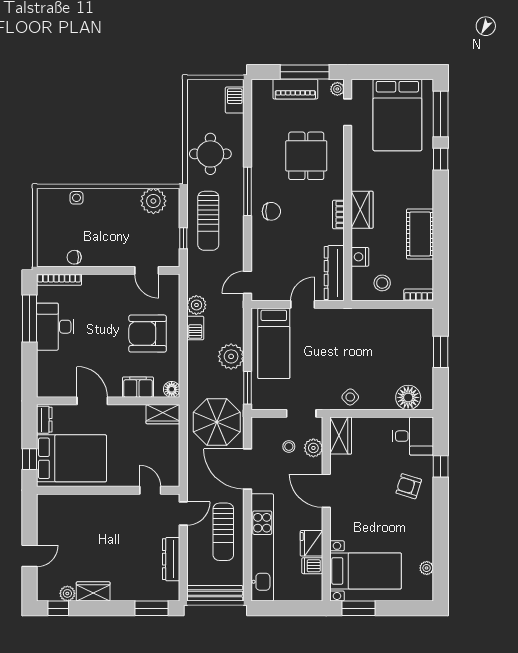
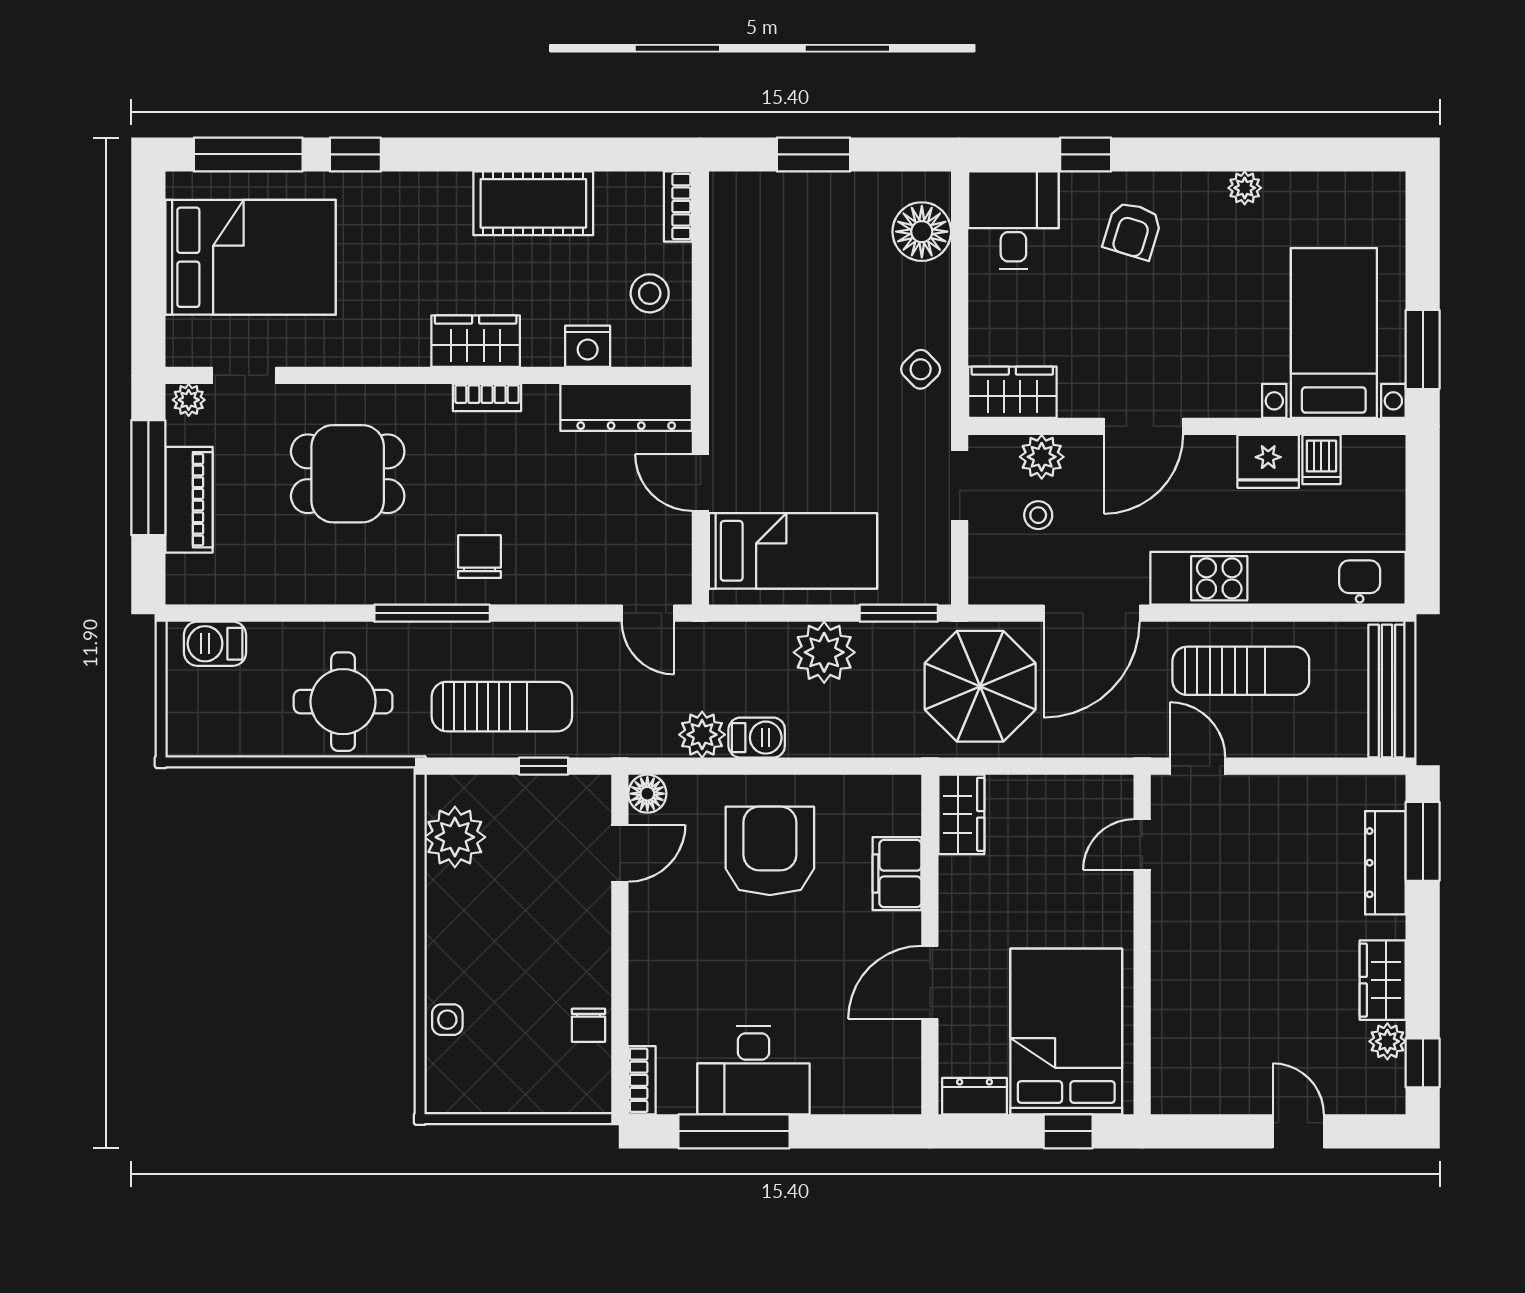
bookcase: (59, 280) -> (642, 1080), width x0.64
armchair: (148, 334) -> (770, 851), turned 180
floor lamp: (172, 389) -> (647, 794), moved
dresser: (171, 559) -> (1385, 863), moved, turned 90
plant: (427, 568) -> (1245, 188), moved

